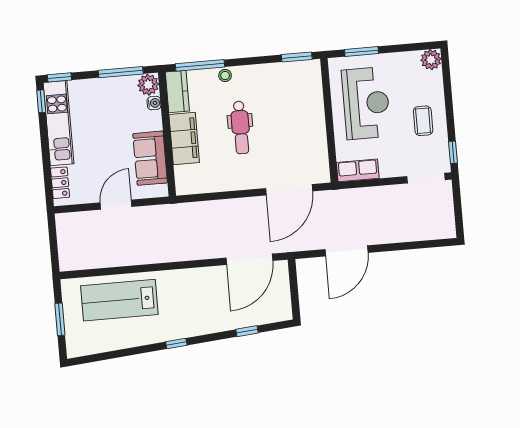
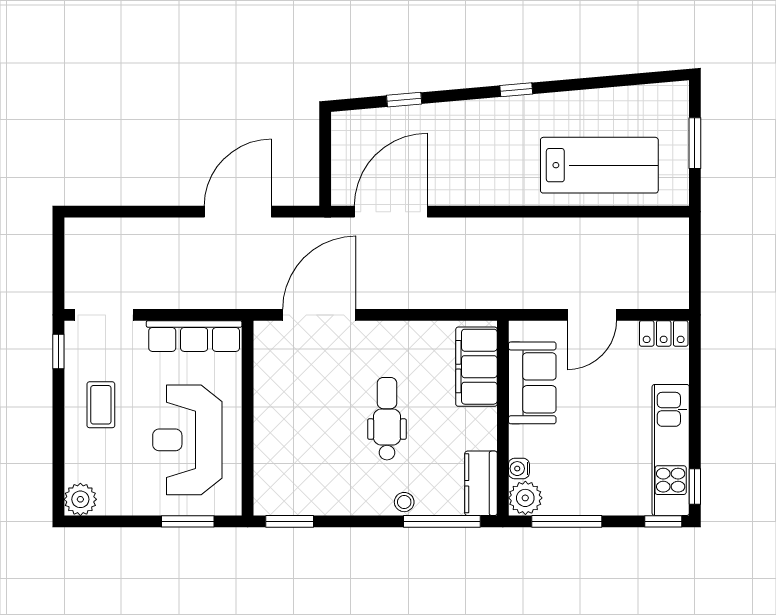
filing cabinet: (184, 139) -> (476, 367), moved
row of seats: (358, 170) -> (194, 336), width x1.48
locker: (60, 183) -> (664, 333), moved, turned -90

